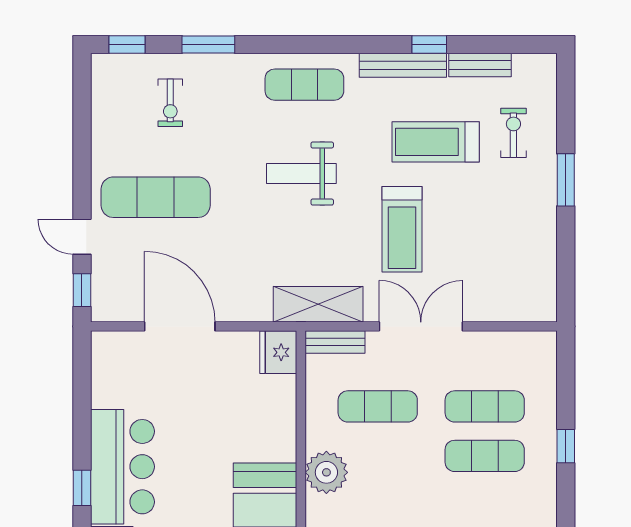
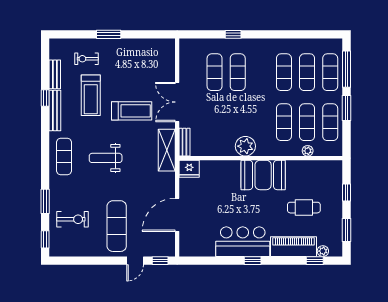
exercise bike: (170, 103) -> (72, 219), width x1.38, depth x1.39
weight bench: (301, 174) -> (106, 158), turned 90
exercise mat: (378, 406) -> (215, 122), removed

